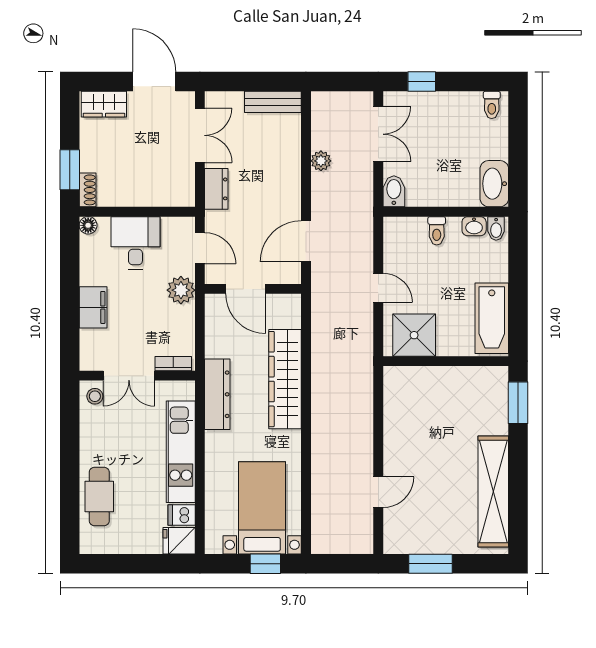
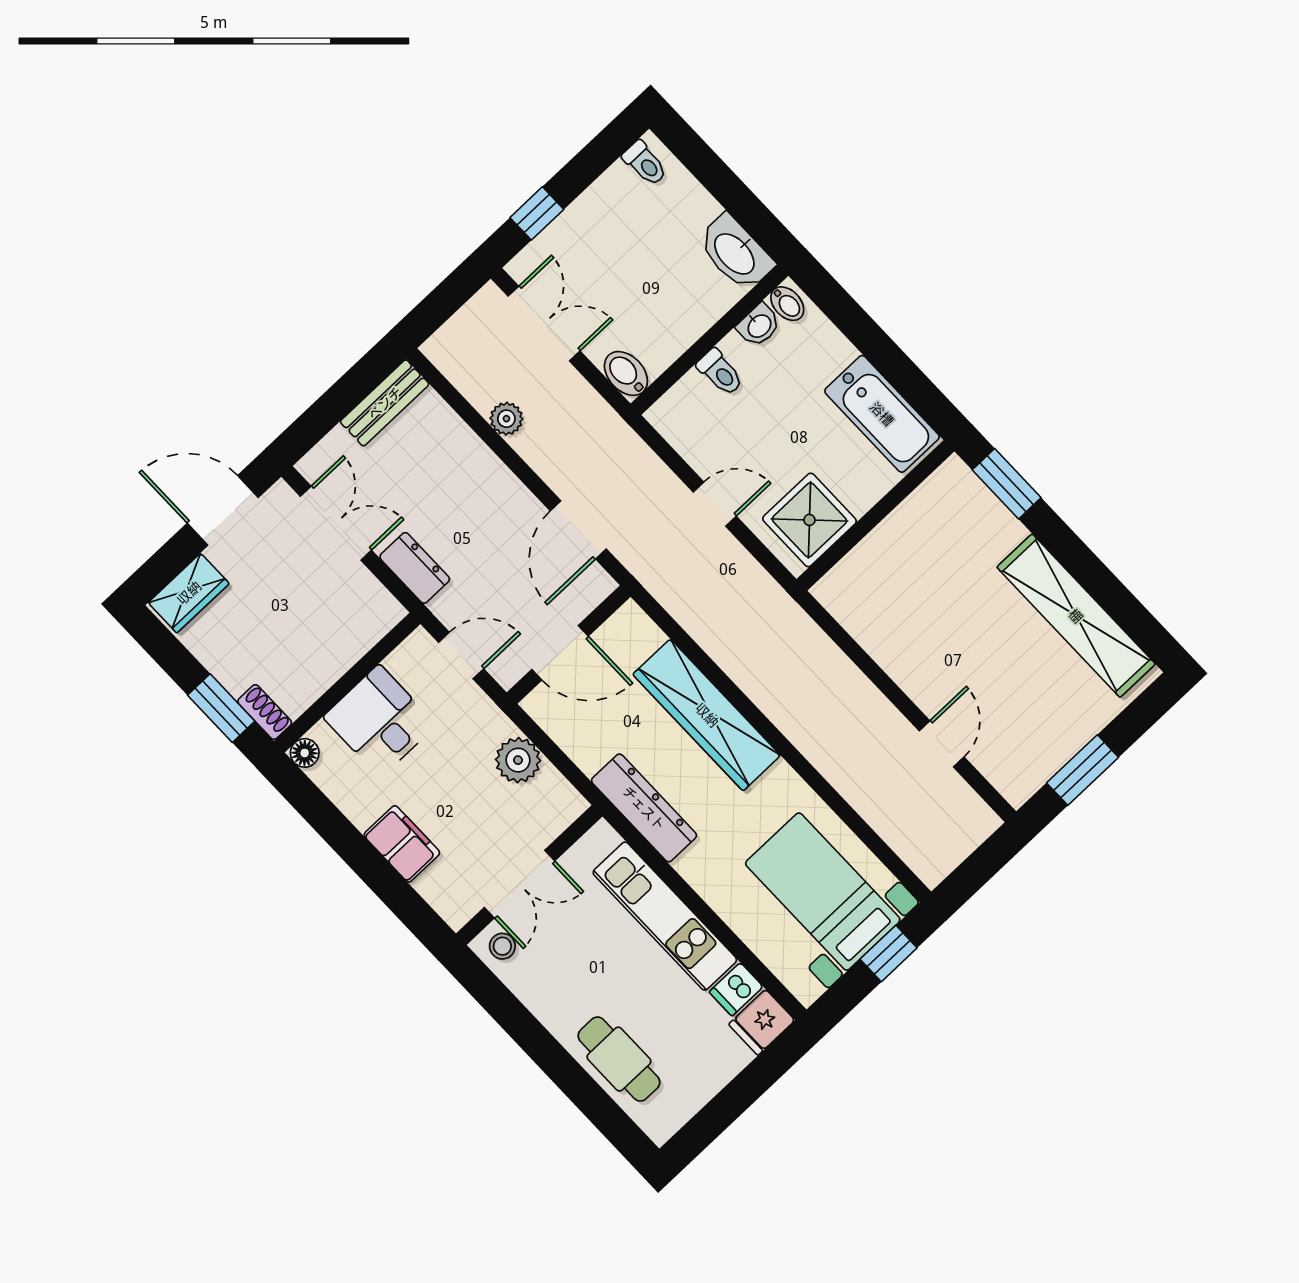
plant: (181, 290) -> (518, 760), moved
bookcase: (173, 364) -> (558, 821), removed

